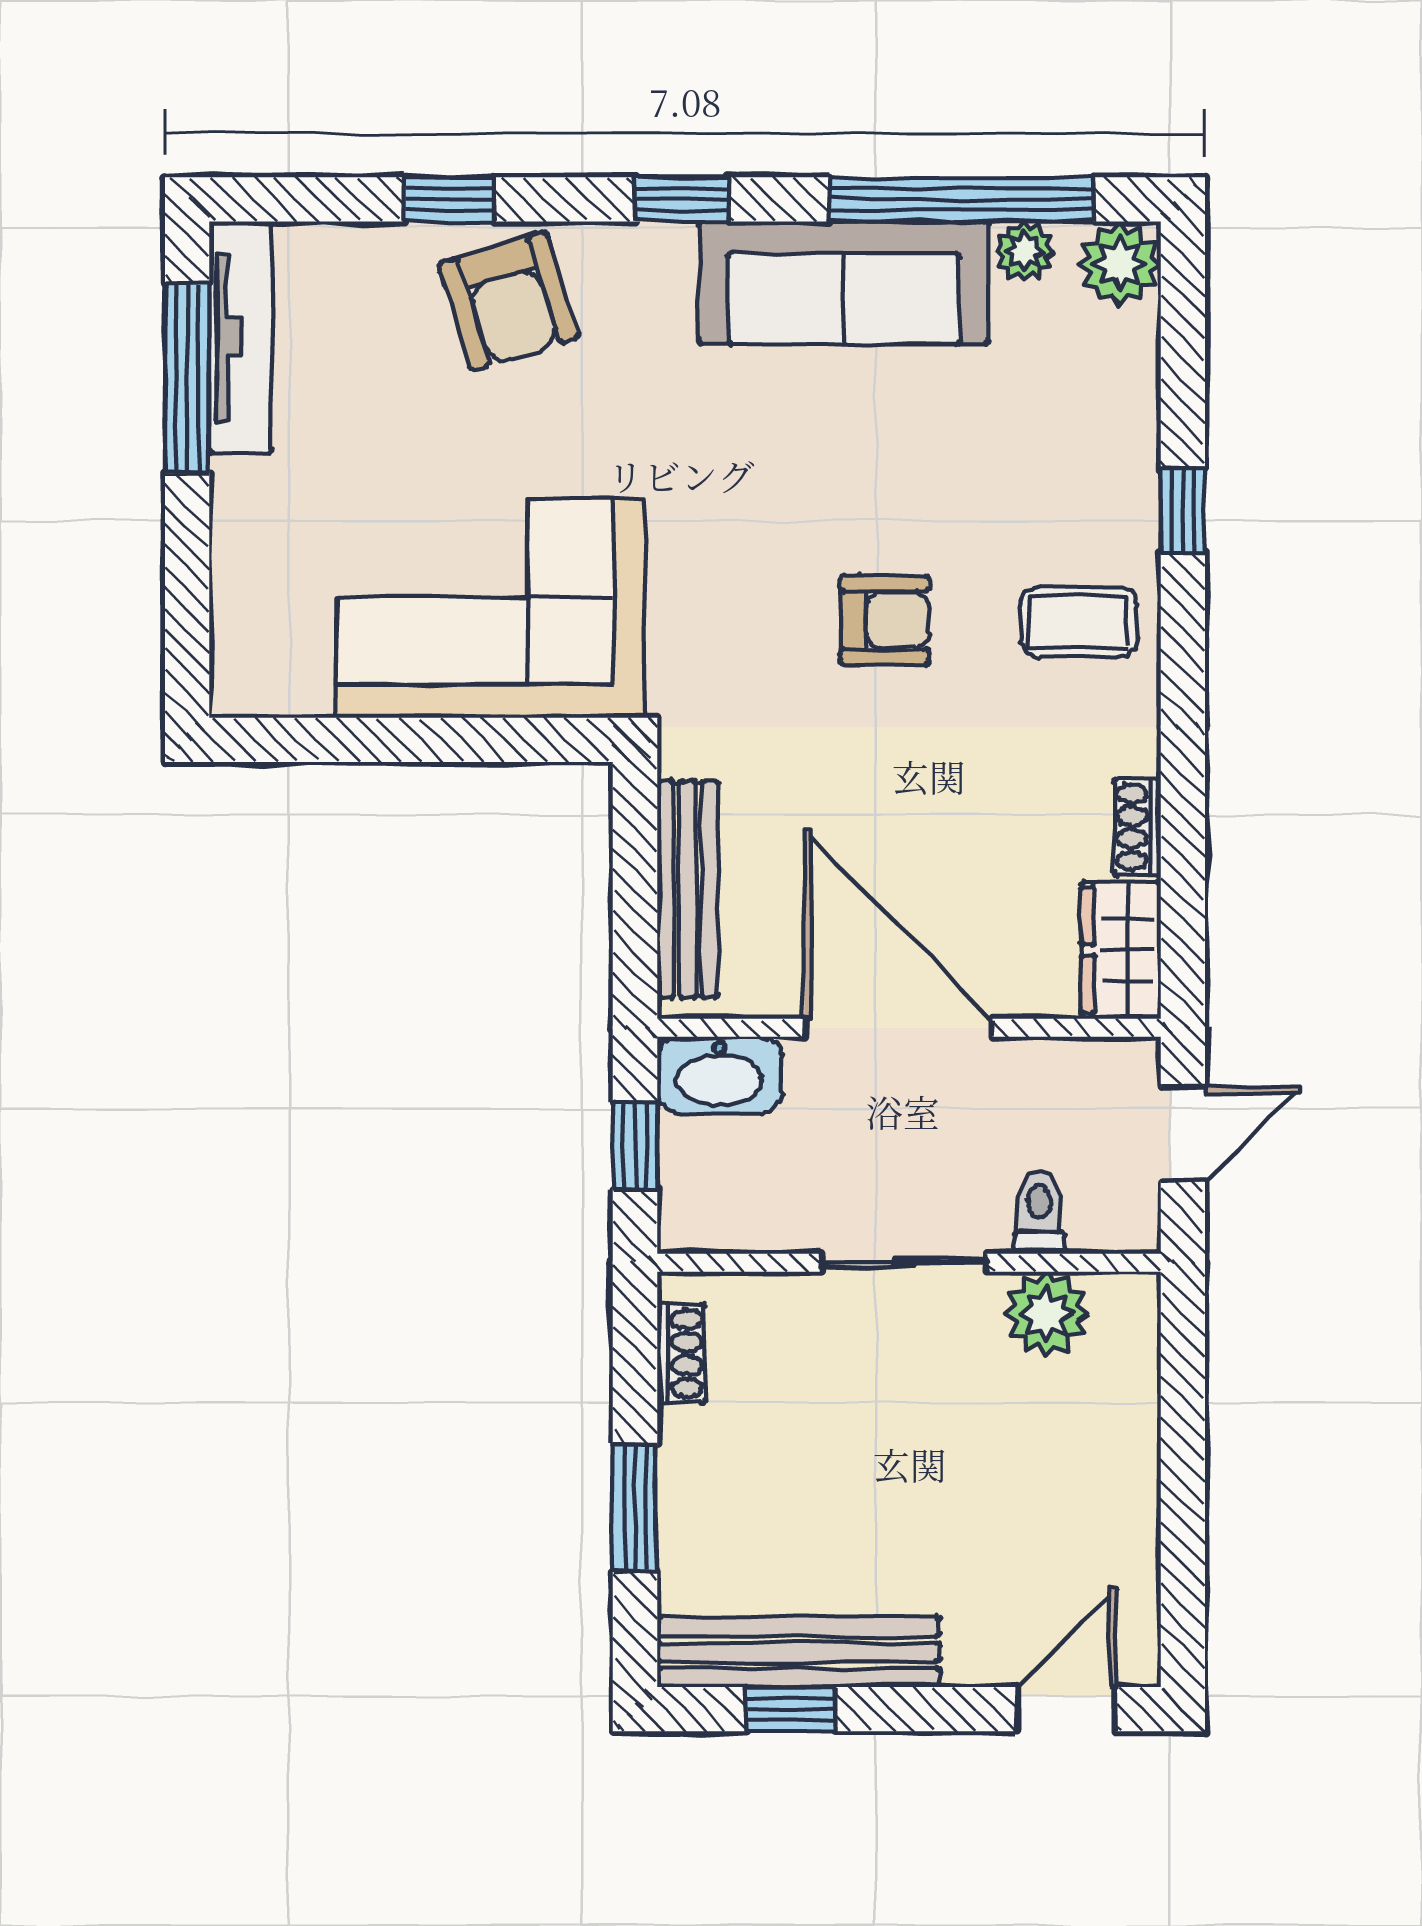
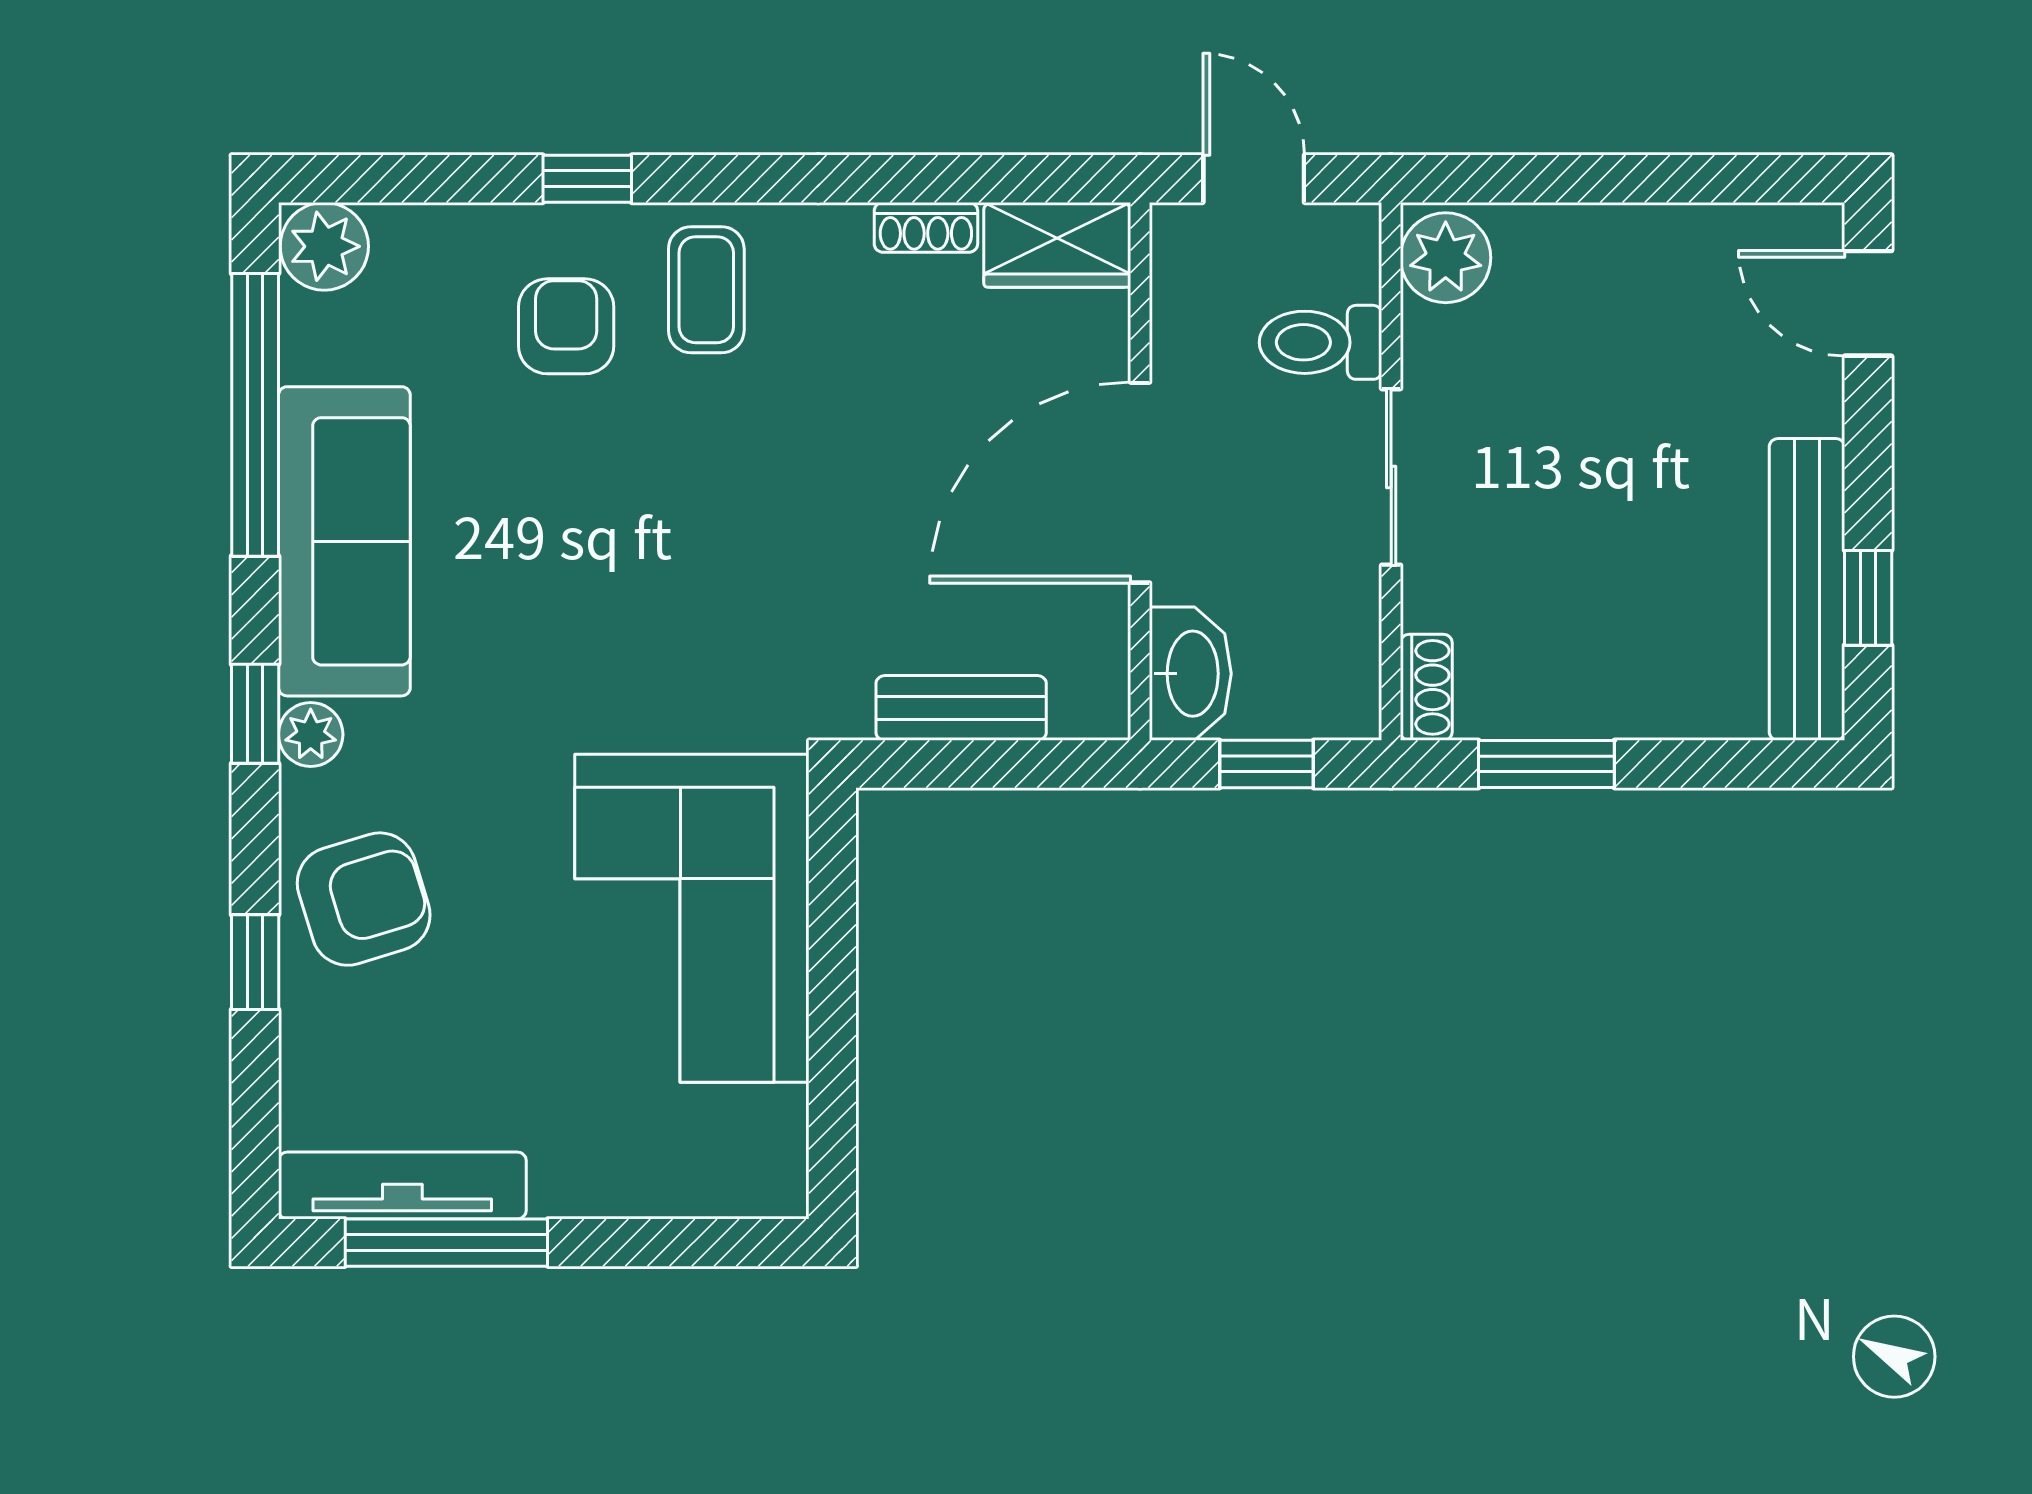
plant: (1024, 251) -> (311, 734), moved
armchair: (885, 620) -> (566, 326), moved
bench: (687, 889) -> (961, 708), width x0.73
toilet: (1039, 1213) -> (1320, 342), width x1.37, depth x1.39
plant: (1046, 1314) -> (1446, 258), moved
shoe rack: (681, 1354) -> (1426, 687), moved, turned 90
window: (635, 1507) -> (1546, 764), moved

